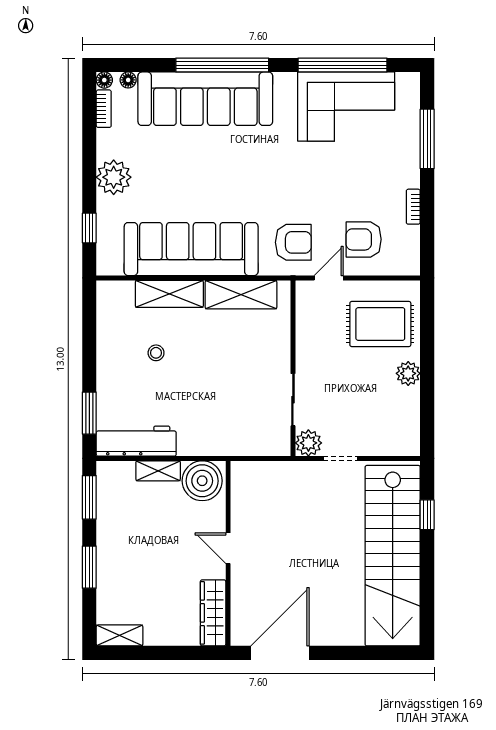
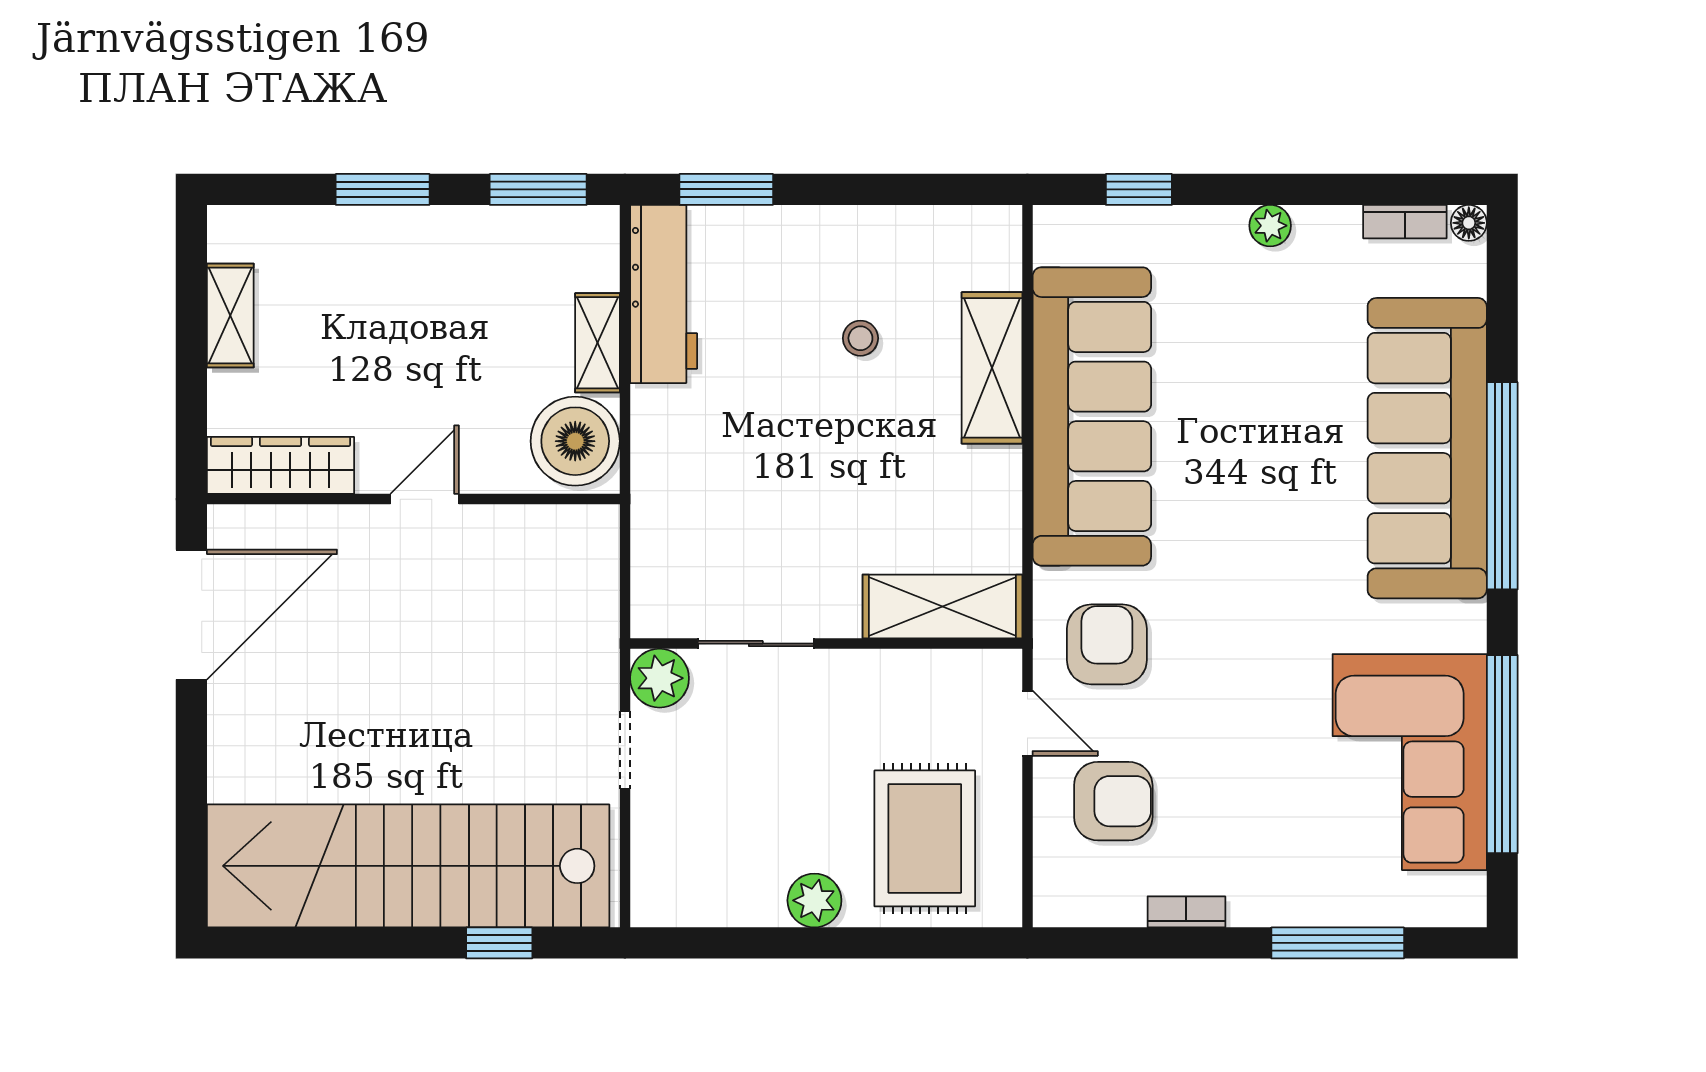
floor lamp: (128, 80) -> (1469, 276), removed
plant: (114, 177) -> (1270, 226), width x0.53, depth x0.53
armchair: (364, 239) -> (1113, 801), turned 90
armchair: (293, 242) -> (1107, 644), turned 180
shelving: (241, 295) -> (942, 606), moved, turned 90
shelving: (120, 635) -> (230, 316), moved
door: (280, 653) -> (191, 615), hinge flipped

